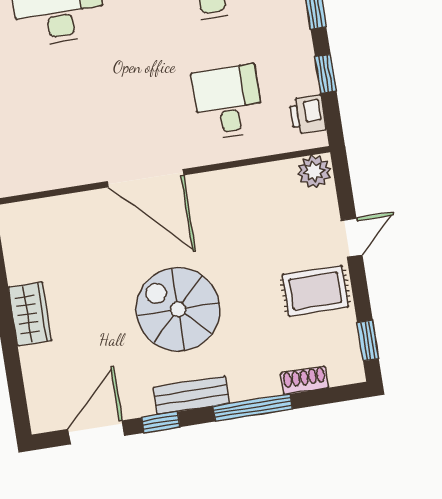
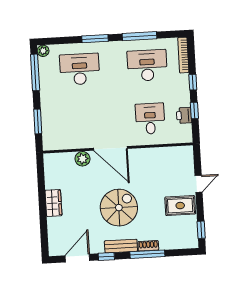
printer: (308, 115) -> (184, 115), moved
plant: (314, 172) -> (82, 159), moved
spiral stairs: (178, 309) -> (119, 208), turned 90
shoe rack: (304, 380) -> (148, 246), moved

